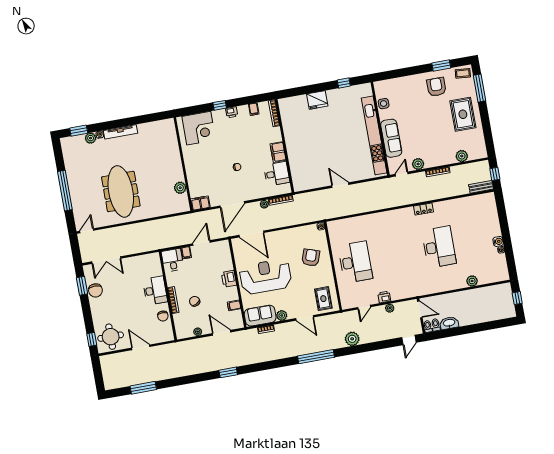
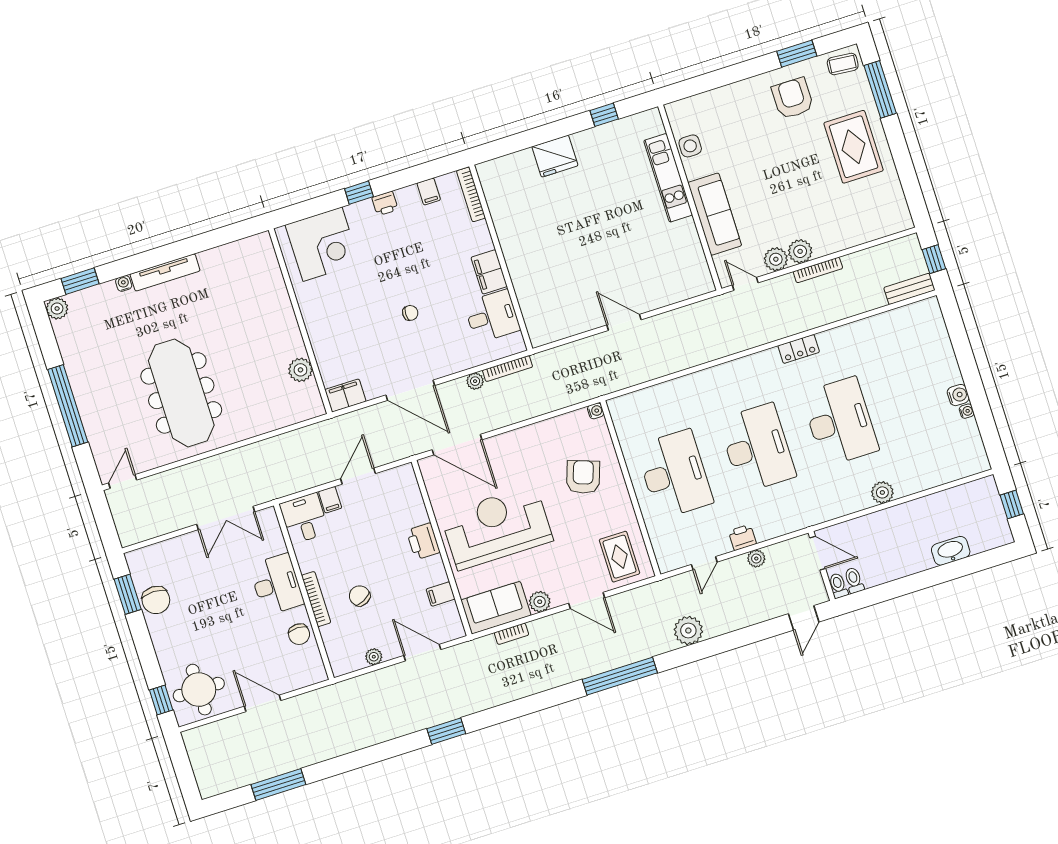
kitchen unit: (374, 135) -> (668, 178), width x0.54
plant: (91, 138) -> (57, 309), moved
plant: (462, 156) -> (800, 251), moved
door: (402, 174) -> (745, 284), hinge flipped
door: (232, 205) -> (410, 390), hinge flipped
desk: (397, 254) -> (757, 448), added
double door: (106, 260) -> (226, 518), moved
plant: (472, 281) -> (882, 492), moved
washbasin: (449, 323) -> (951, 551), moved

